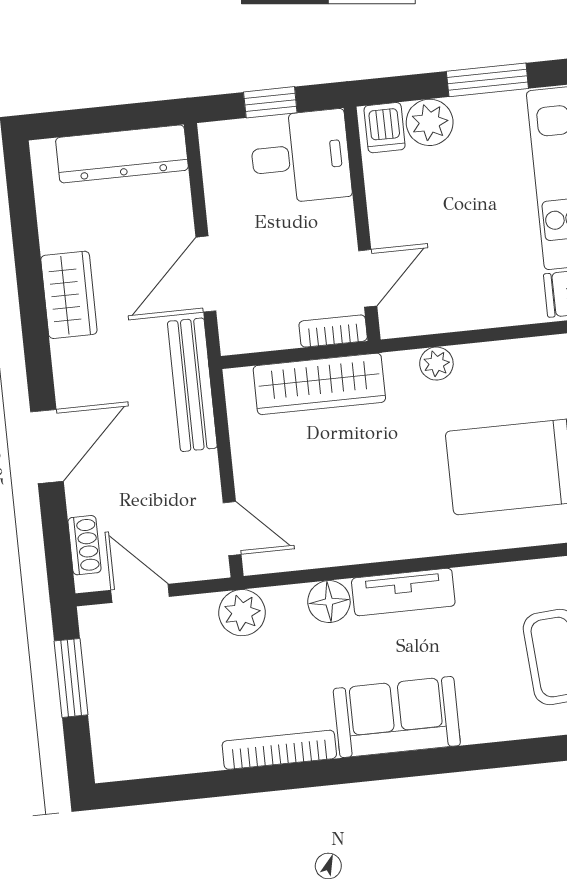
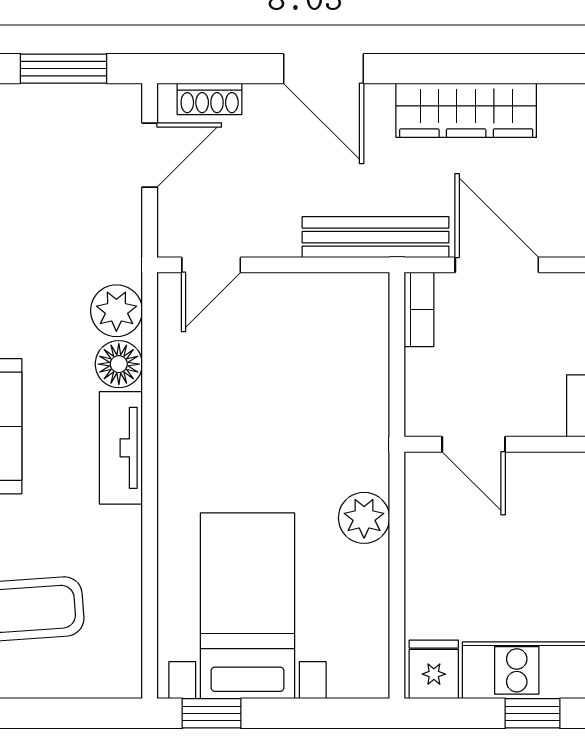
wardrobe: (69, 295) -> (466, 110), width x1.50
bookcase: (333, 331) -> (419, 309), moved
plant: (436, 364) -> (364, 518), width x1.38, depth x1.38
wardrobe: (319, 384) -> (362, 378), removed
plant: (242, 613) -> (116, 311), moved

